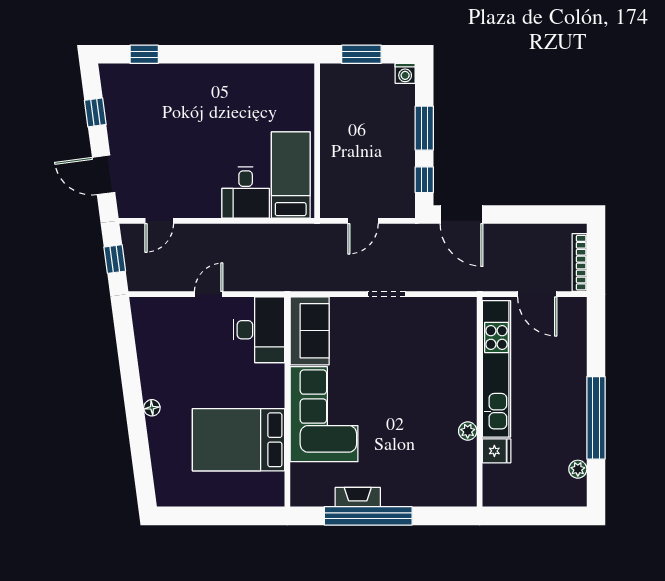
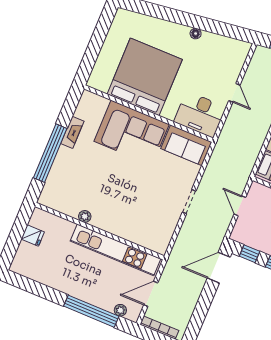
floor lamp: (152, 408) -> (196, 34), moved
window: (596, 418) -> (91, 311), moved
bed: (238, 440) -> (145, 77), width x1.36
fridge: (497, 451) -> (33, 235), moved, turned -90
plant: (578, 469) -> (120, 310), moved
window: (368, 516) -> (50, 153), moved

